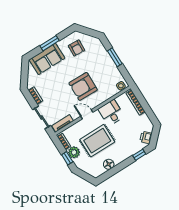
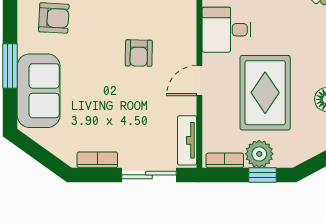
armchair: (83, 86) -> (139, 53), width x0.53, depth x0.53

